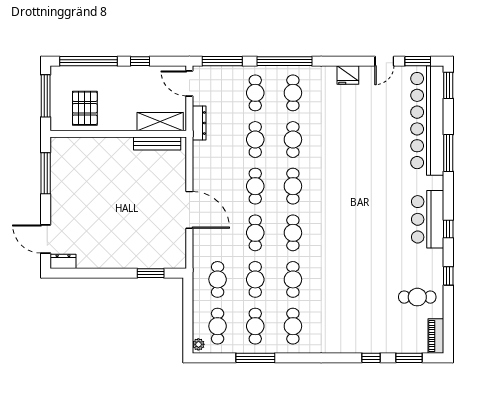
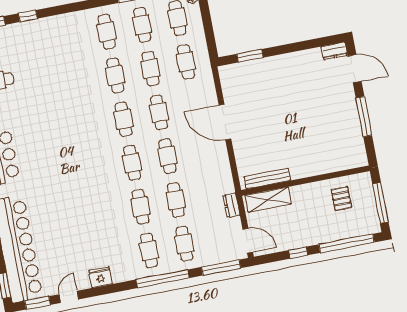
pallet: (85, 108) -> (341, 198), width x0.67, depth x0.71
dresser: (199, 123) -> (231, 205), width x0.70
window: (46, 173) -> (364, 117), moved

